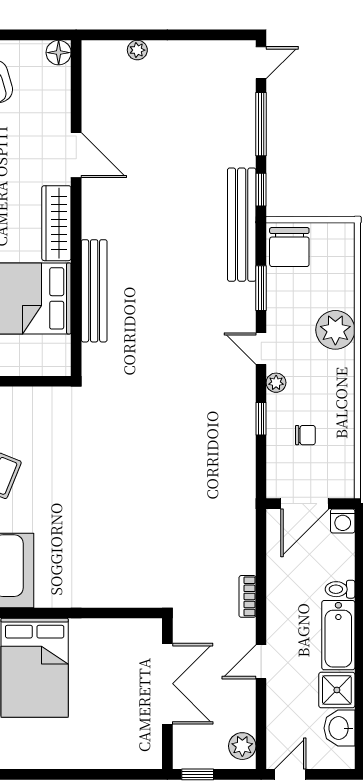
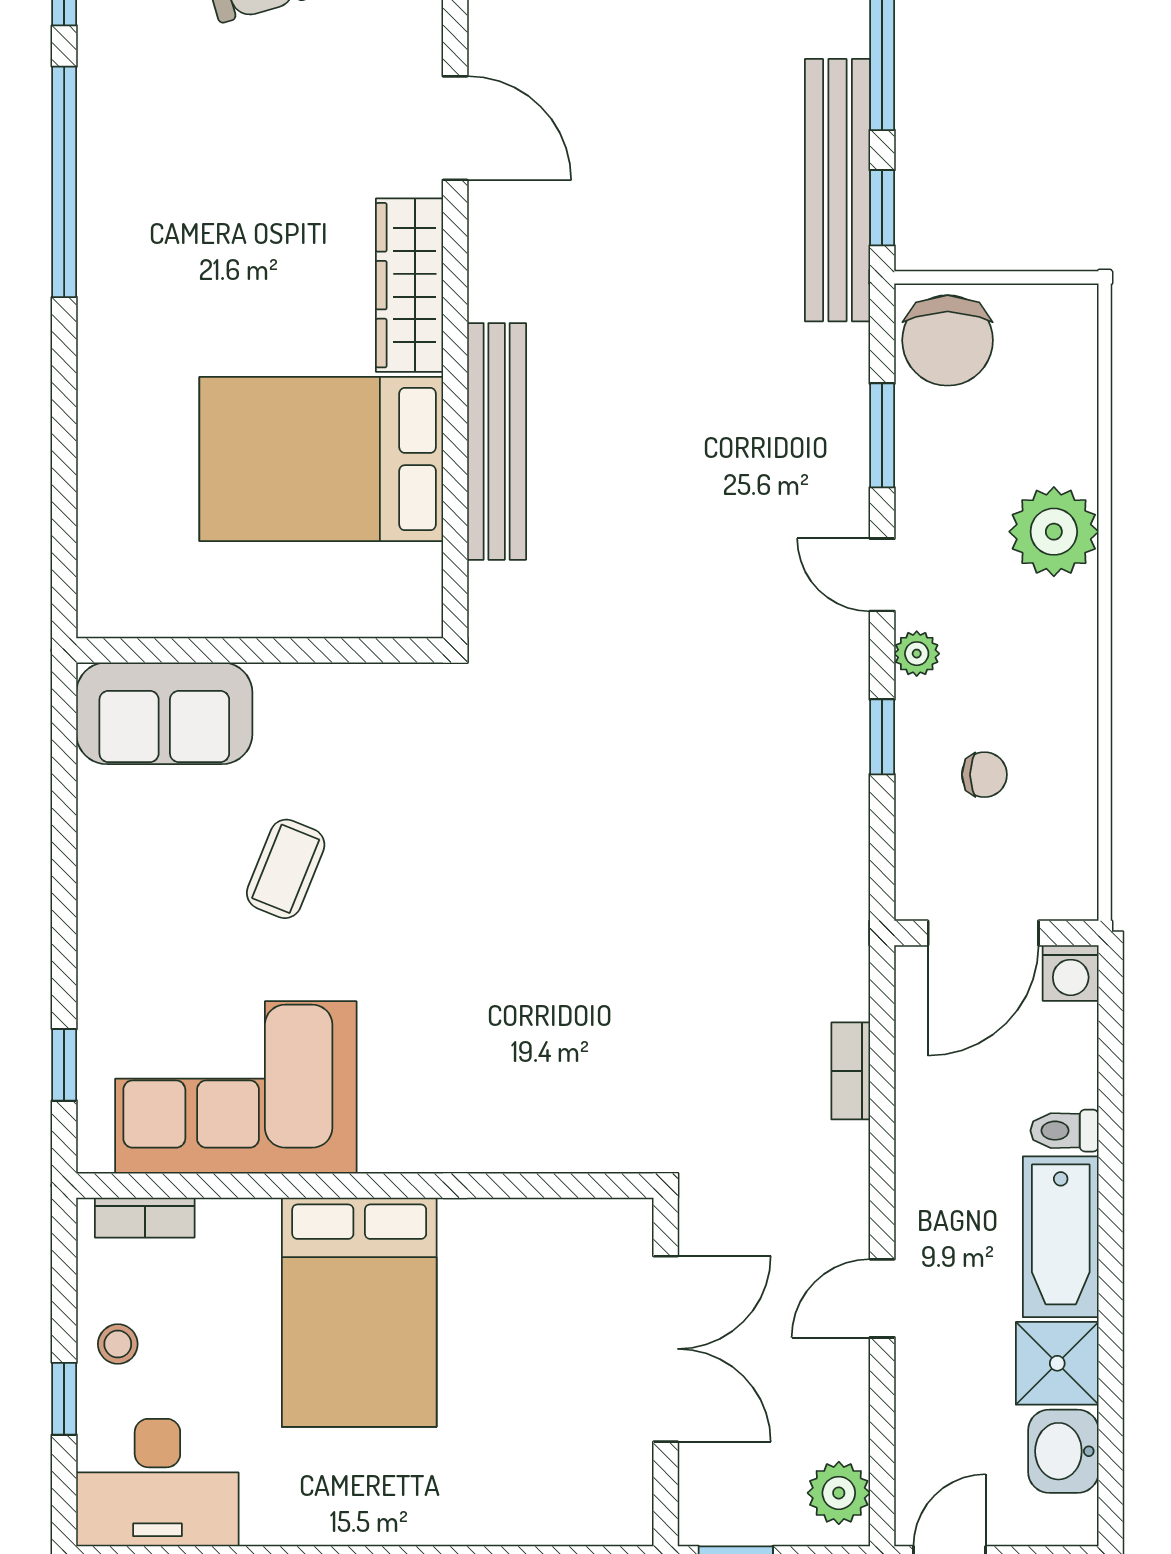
bench: (242, 225) -> (837, 190), moved
bookcase: (247, 596) -> (851, 1071), moved

